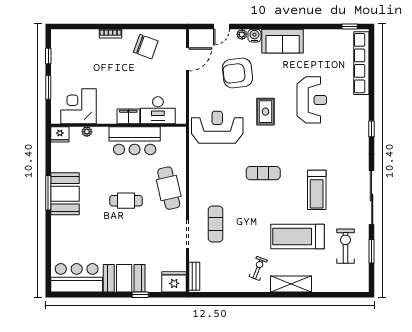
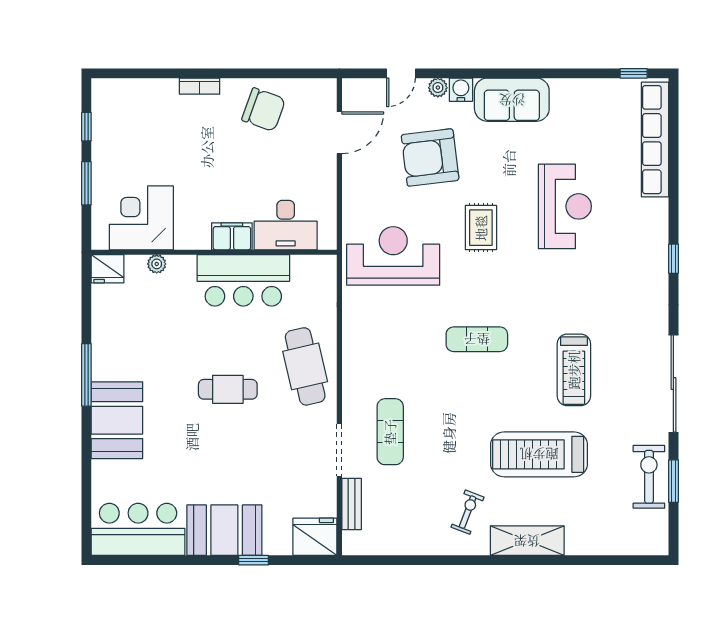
booth: (65, 194) -> (117, 420), moved
exercise bike: (345, 246) -> (649, 477), moved
bench: (194, 276) -> (352, 504), moved

